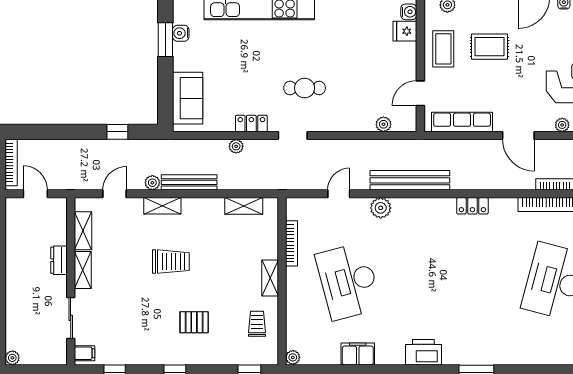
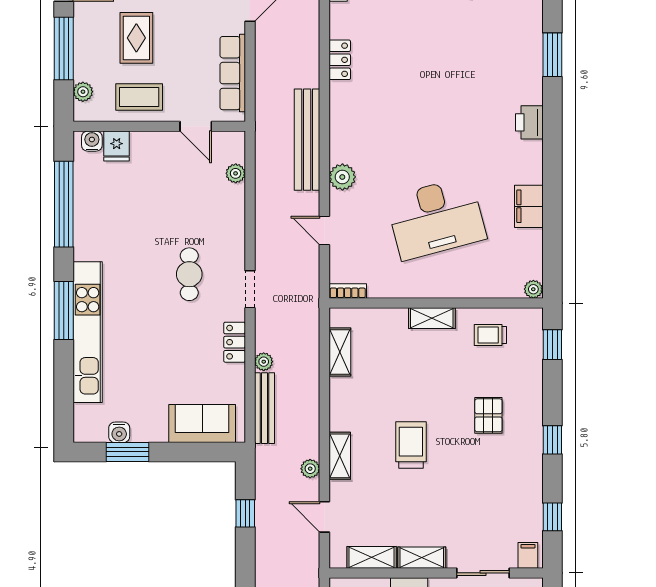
bench: (189, 182) -> (265, 408), moved
bookcase: (291, 243) -> (348, 291), moved, width x0.64
printer: (423, 352) -> (529, 122), width x0.73, depth x0.84

